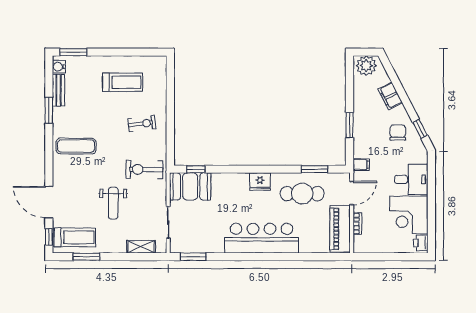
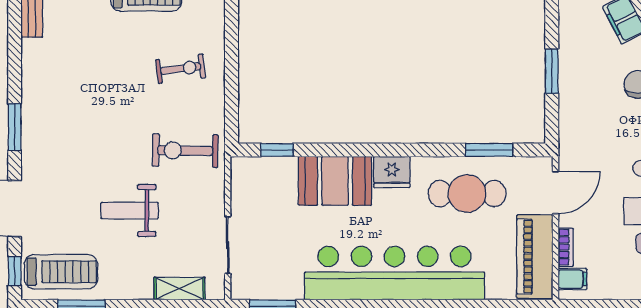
window: (49, 110) -> (15, 127), moved
exercise mat: (76, 146) -> (63, 109), removed
filing cabinet: (361, 165) -> (572, 279), moved
booth: (190, 186) -> (335, 181), moved
weight bench: (113, 203) -> (130, 211), turned 90
bar counter: (262, 238) -> (395, 273), width x1.36

